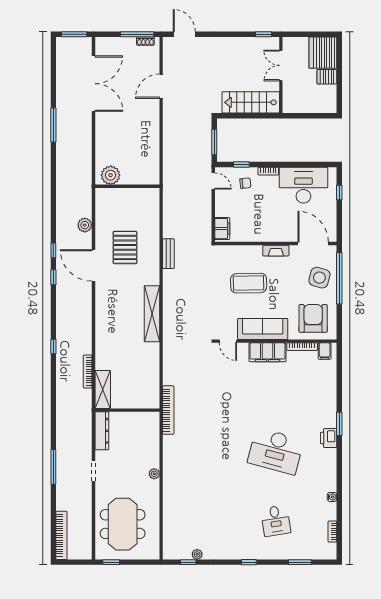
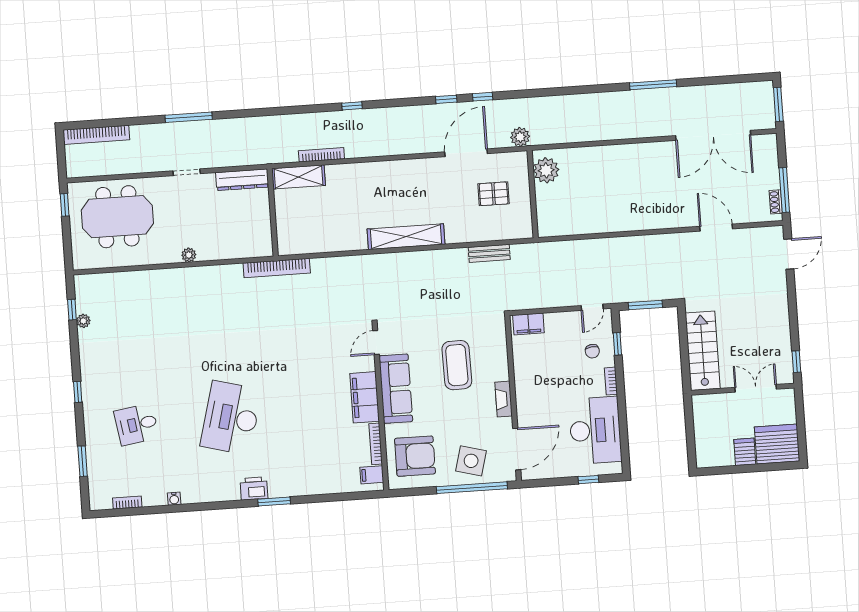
plant: (111, 175) -> (546, 170), moved
wall: (127, 186) -> (533, 194), moved
pallet: (125, 247) -> (494, 194), width x0.67, depth x0.71

